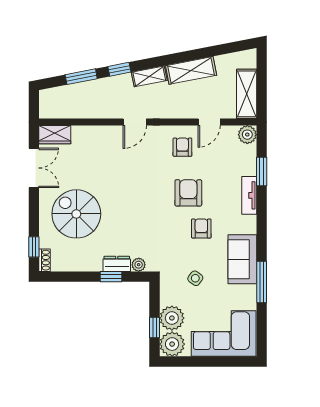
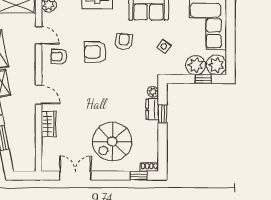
wardrobe: (55, 135) -> (49, 124), moved
armchair: (201, 228) -> (124, 42), turned 96

